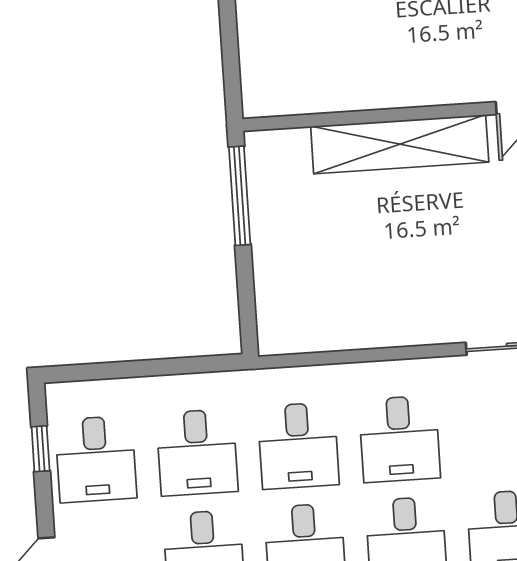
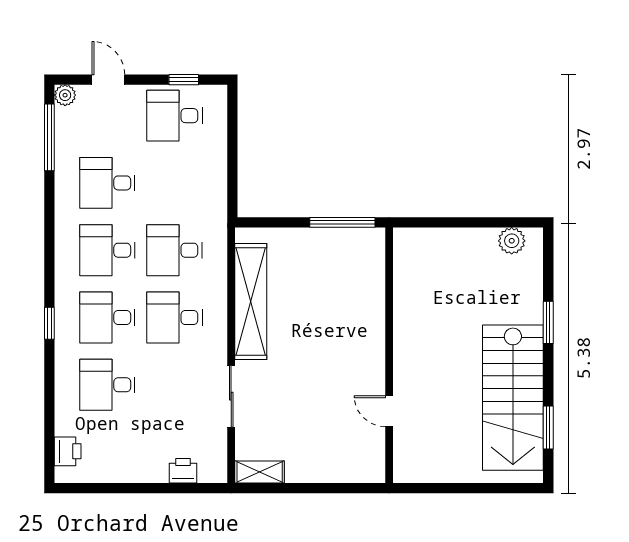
shelving: (400, 144) -> (251, 301), moved
desk: (197, 452) -> (174, 183), removed

